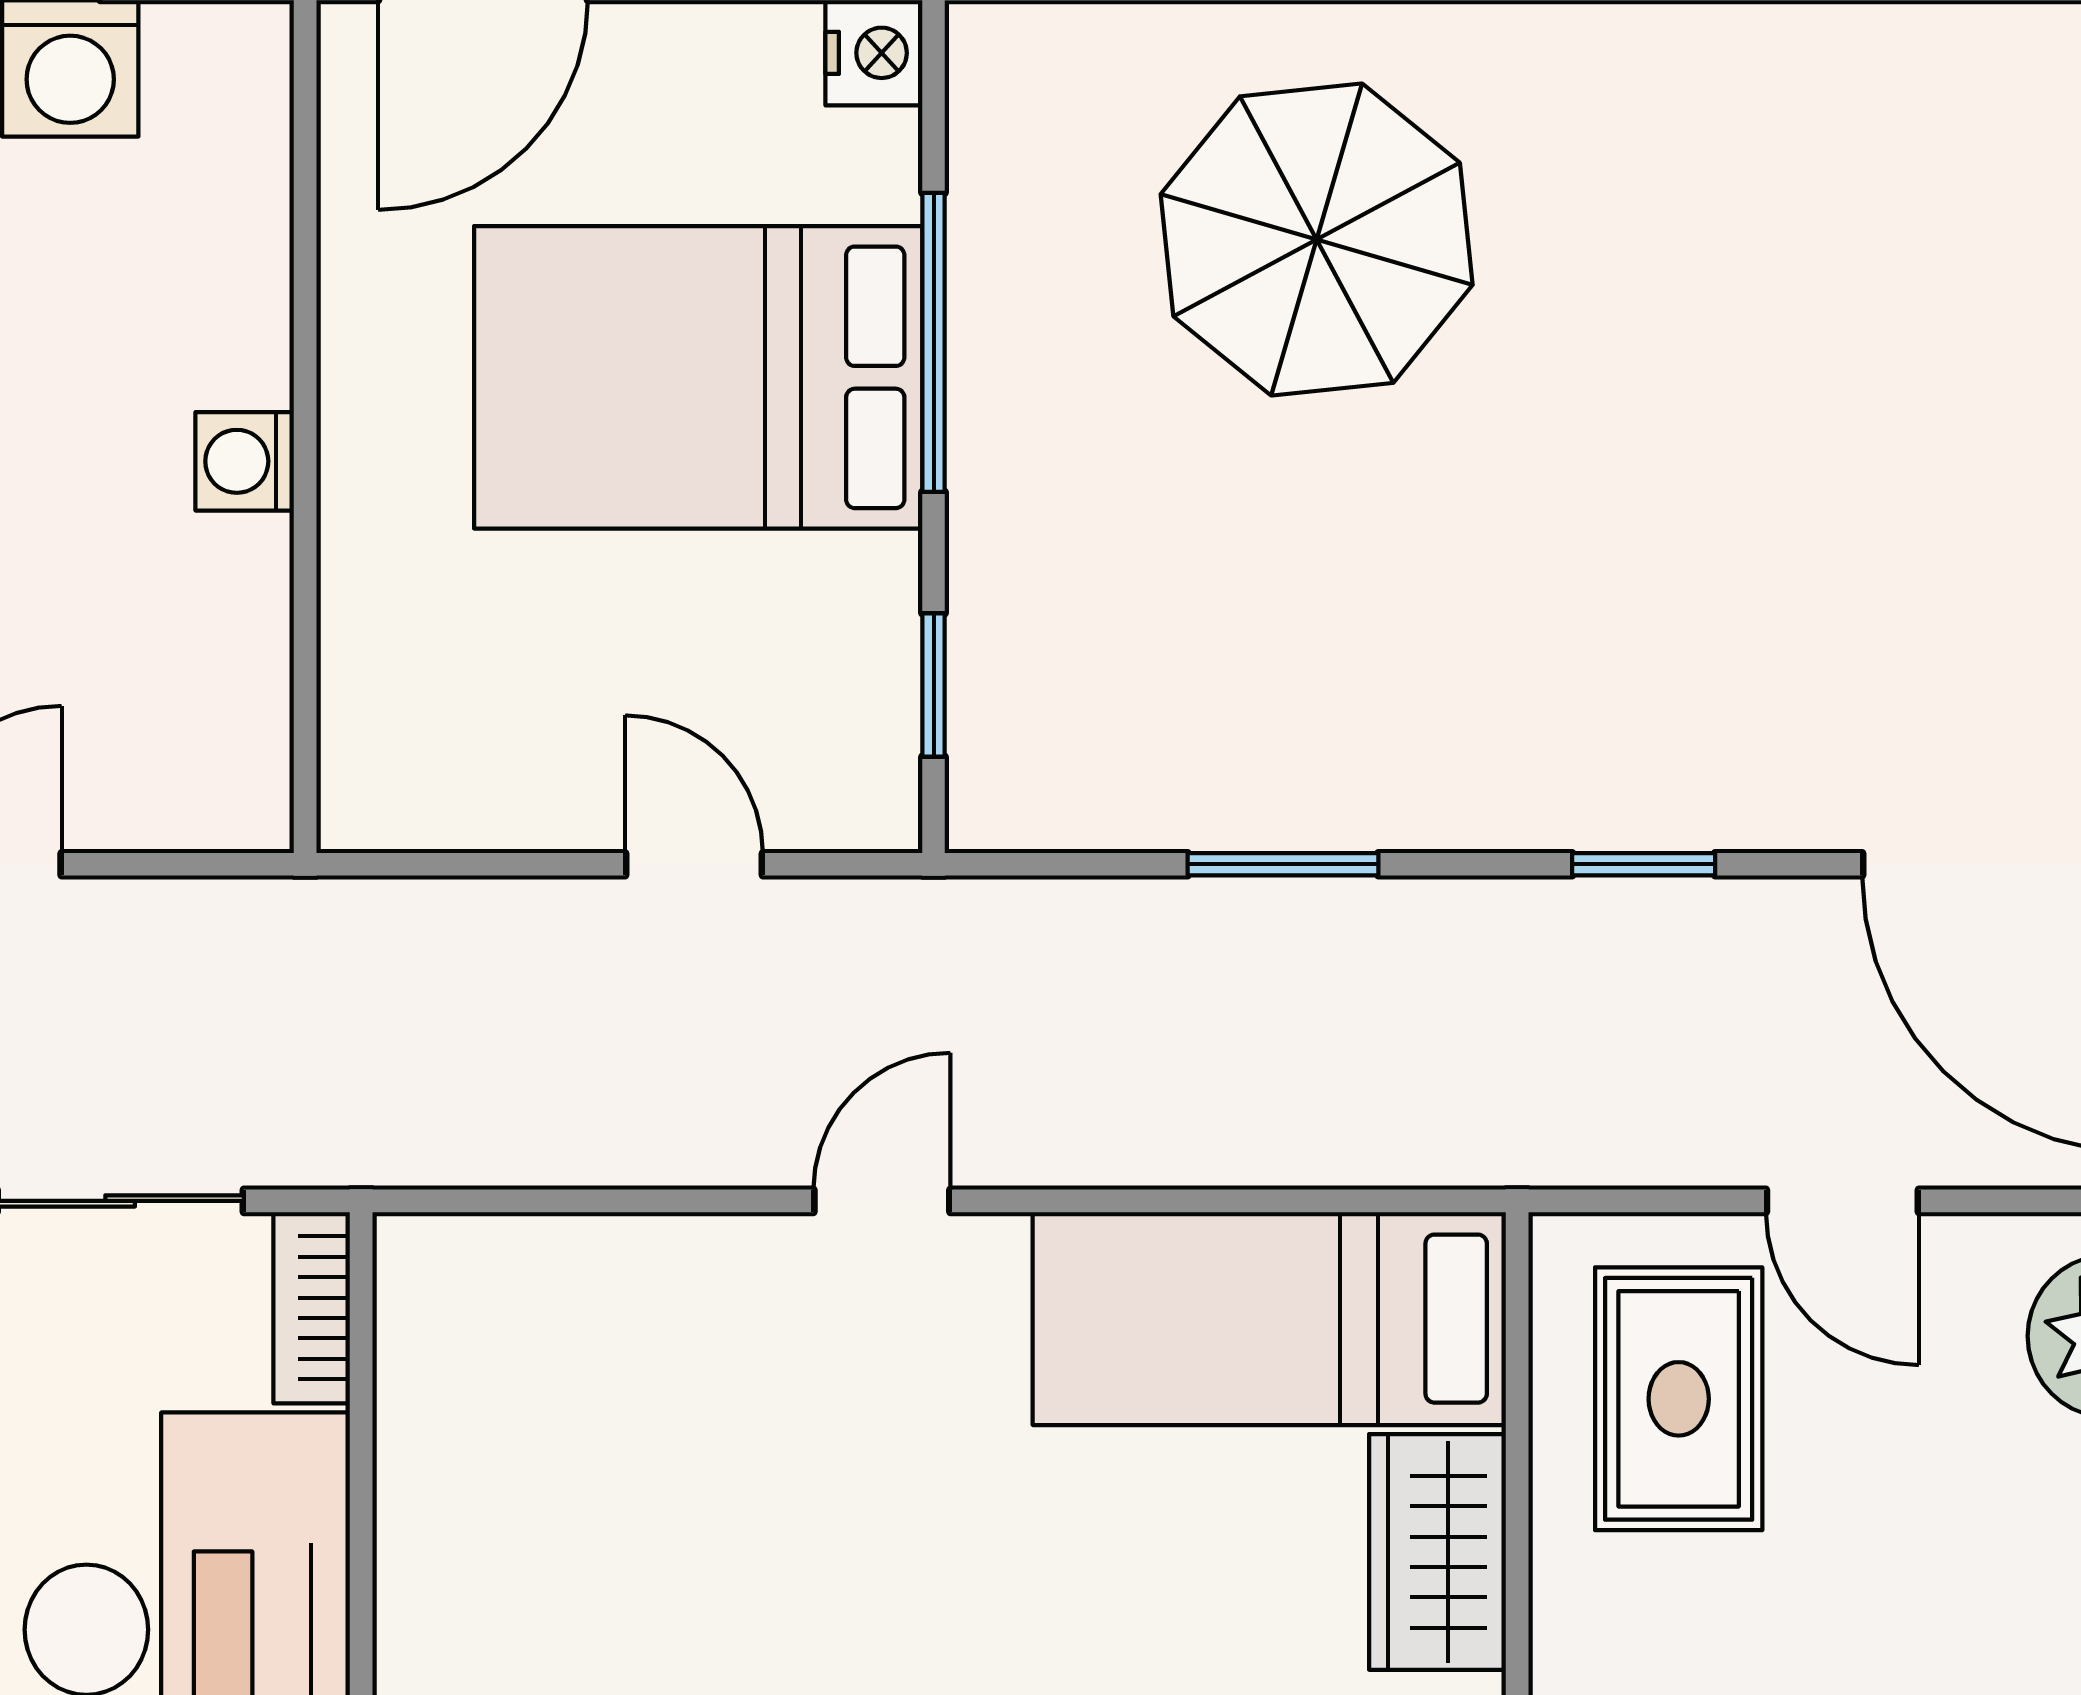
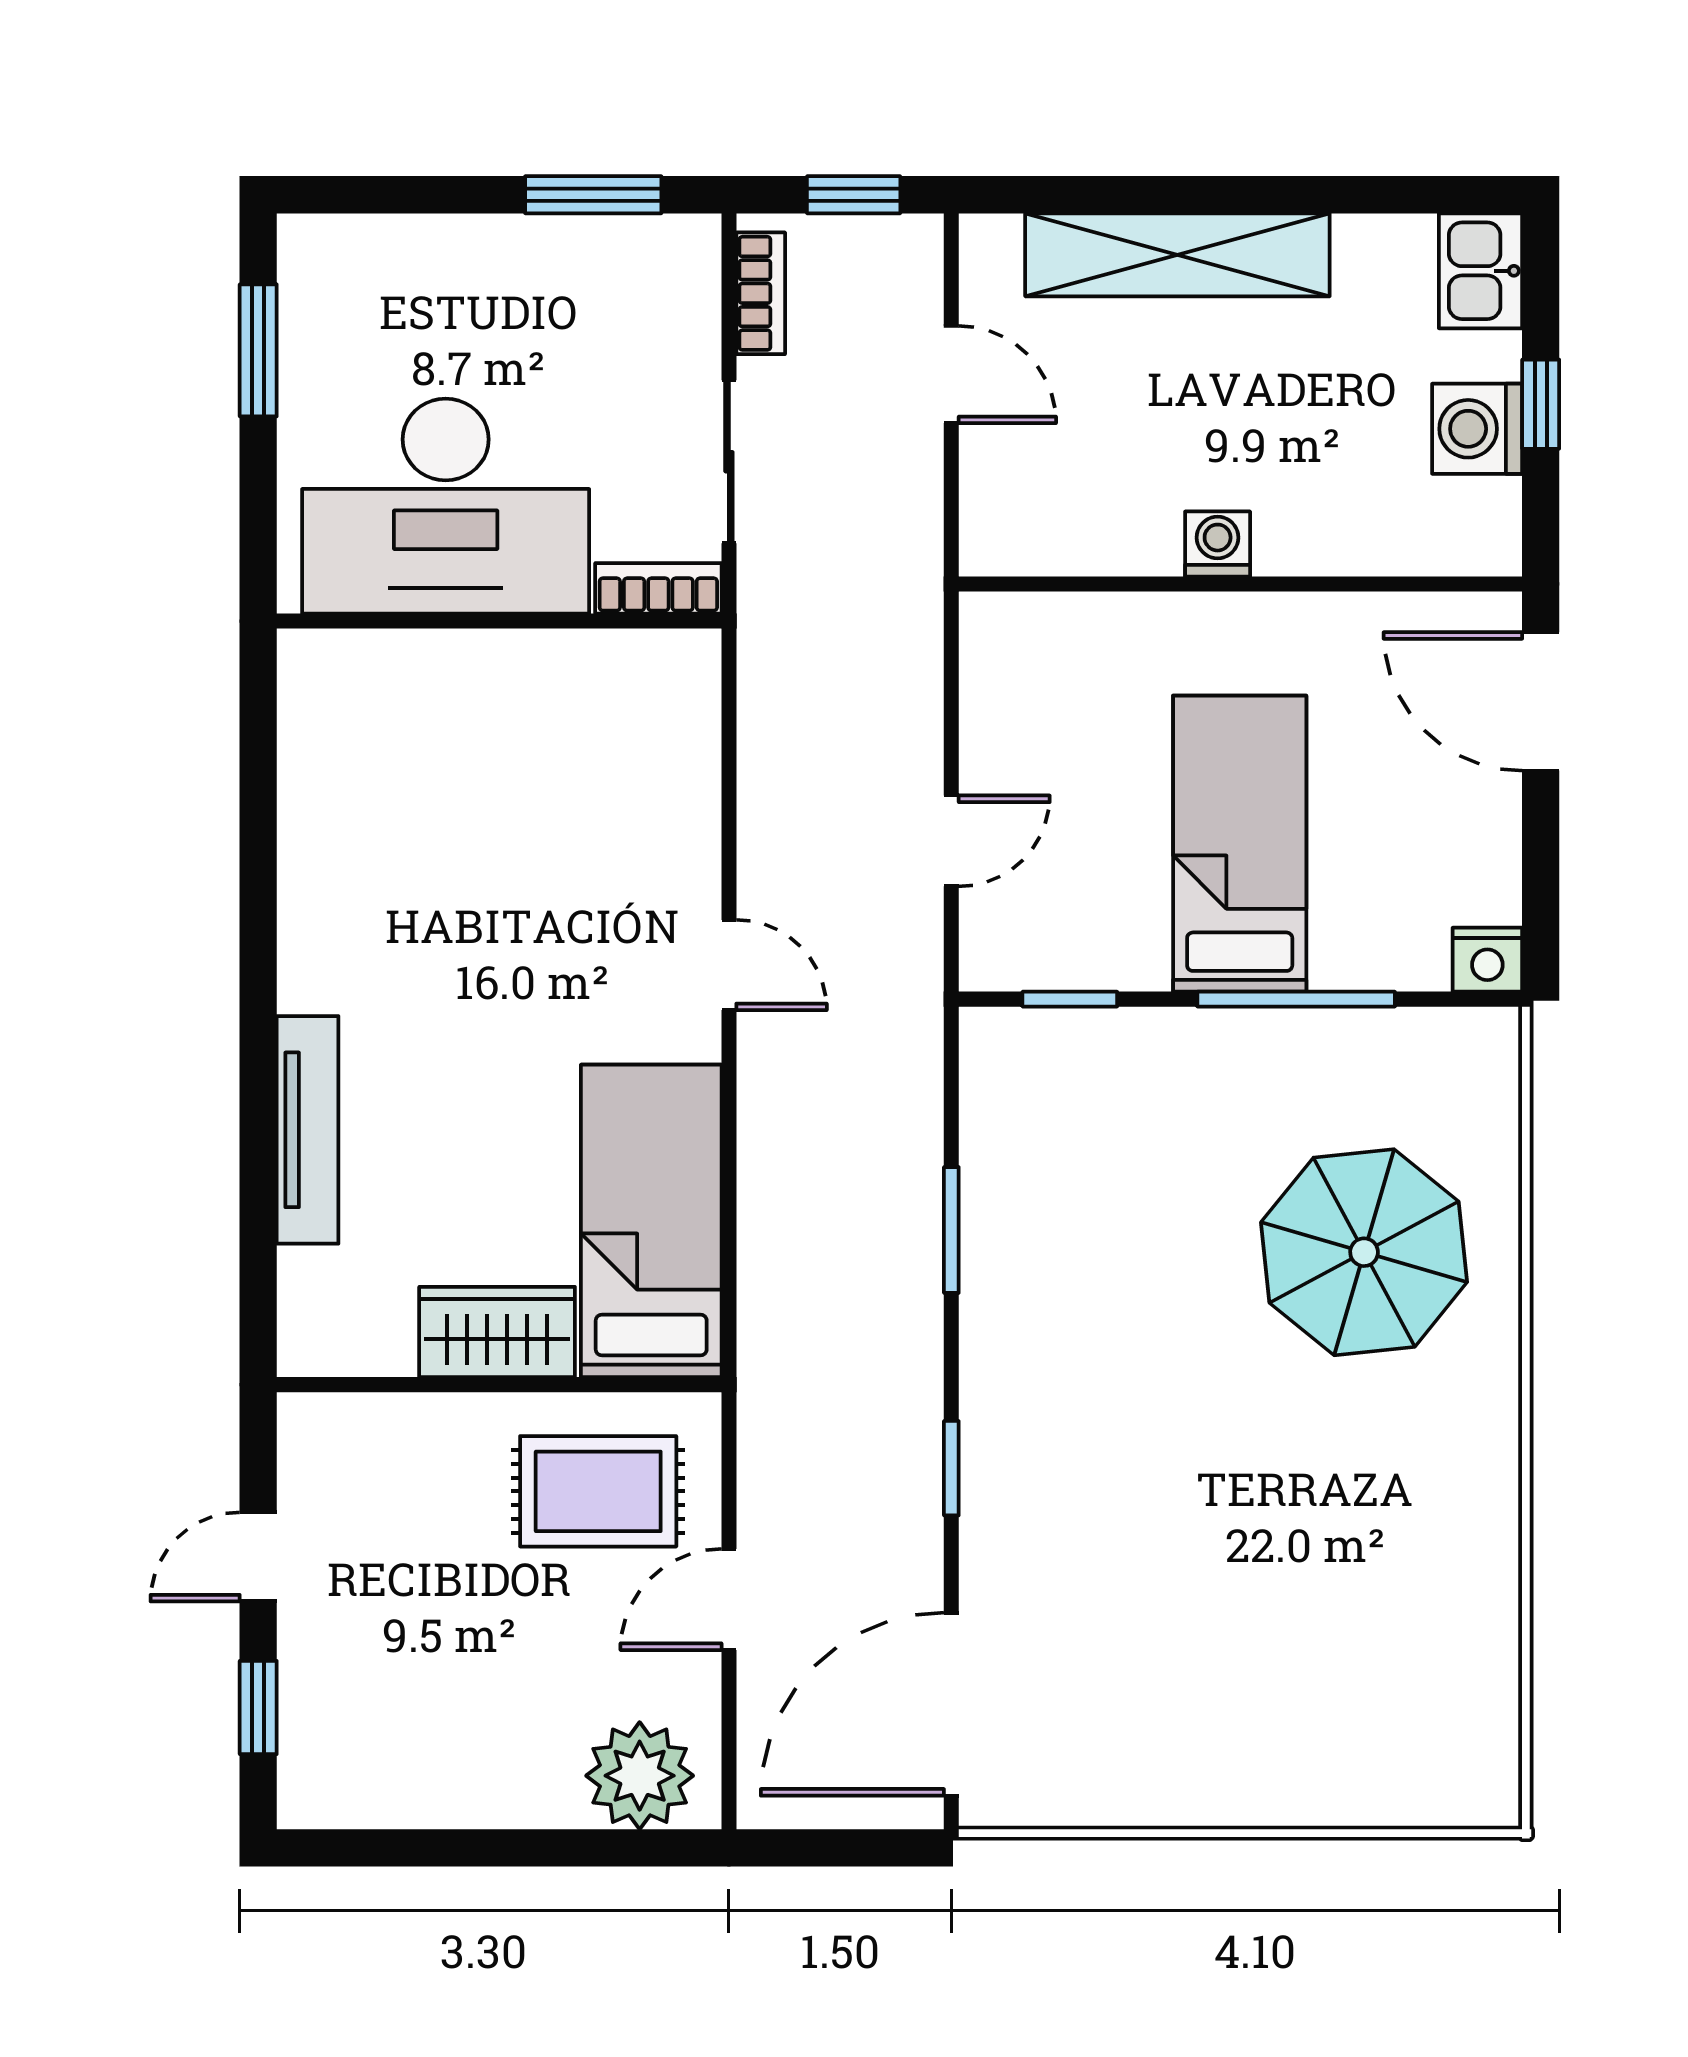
bed: (698, 377) -> (1240, 844), width x0.67

